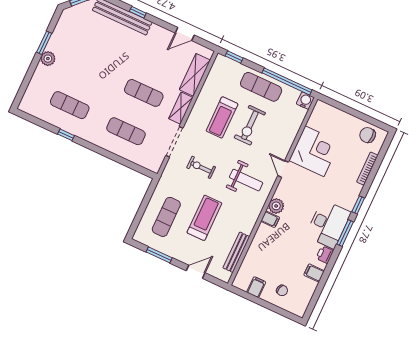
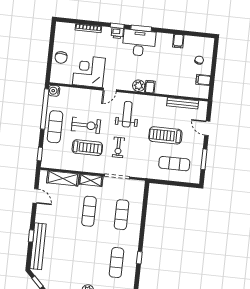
chair: (368, 135) -> (61, 57), moved
exercise bike: (201, 167) -> (118, 147), moved
printer: (325, 255) -> (117, 33), moved

